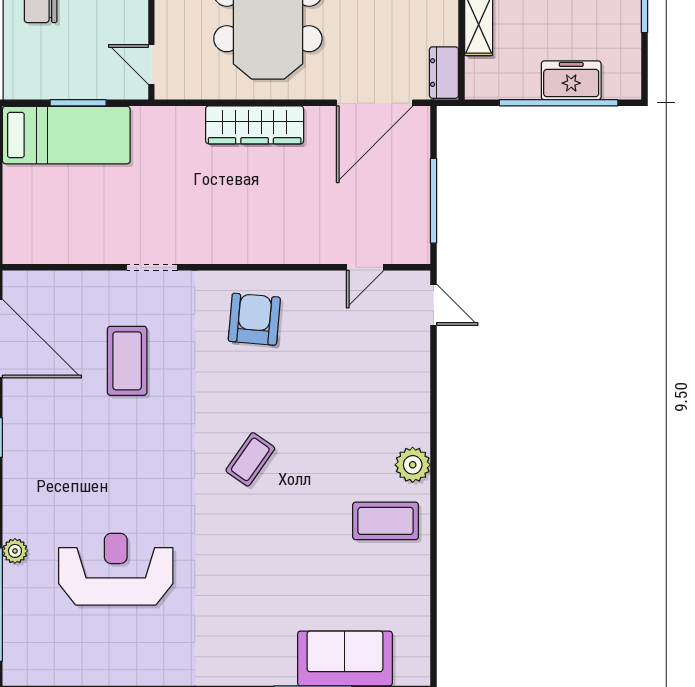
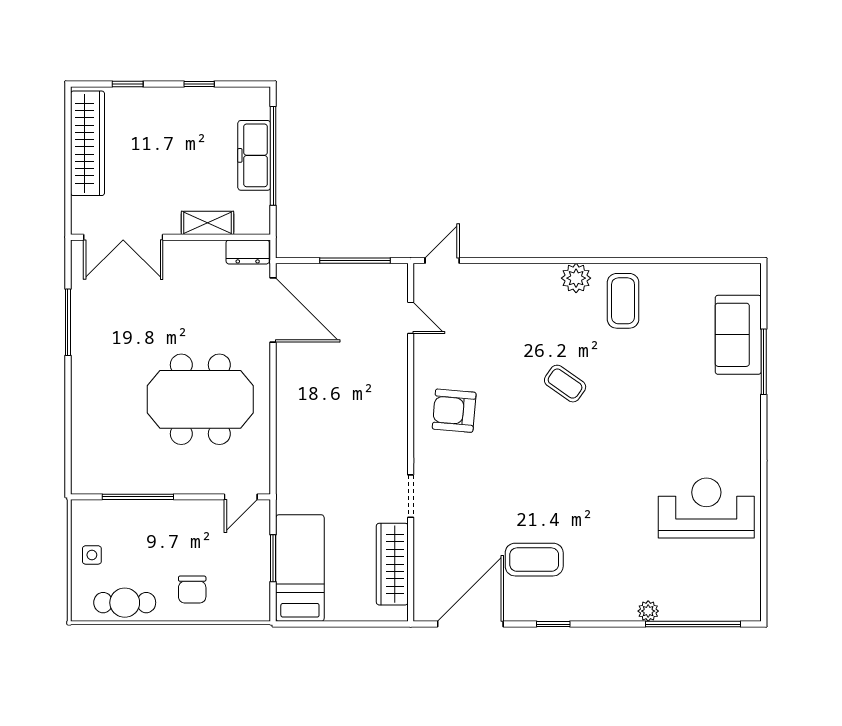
freezer: (571, 80) -> (254, 155), width x1.40
wardrobe: (255, 125) -> (392, 564), moved, turned 180
coffee table: (127, 361) -> (534, 560), moved
coffee table: (250, 459) -> (565, 384), moved
reception desk: (116, 569) -> (706, 508), moved, turned 90

